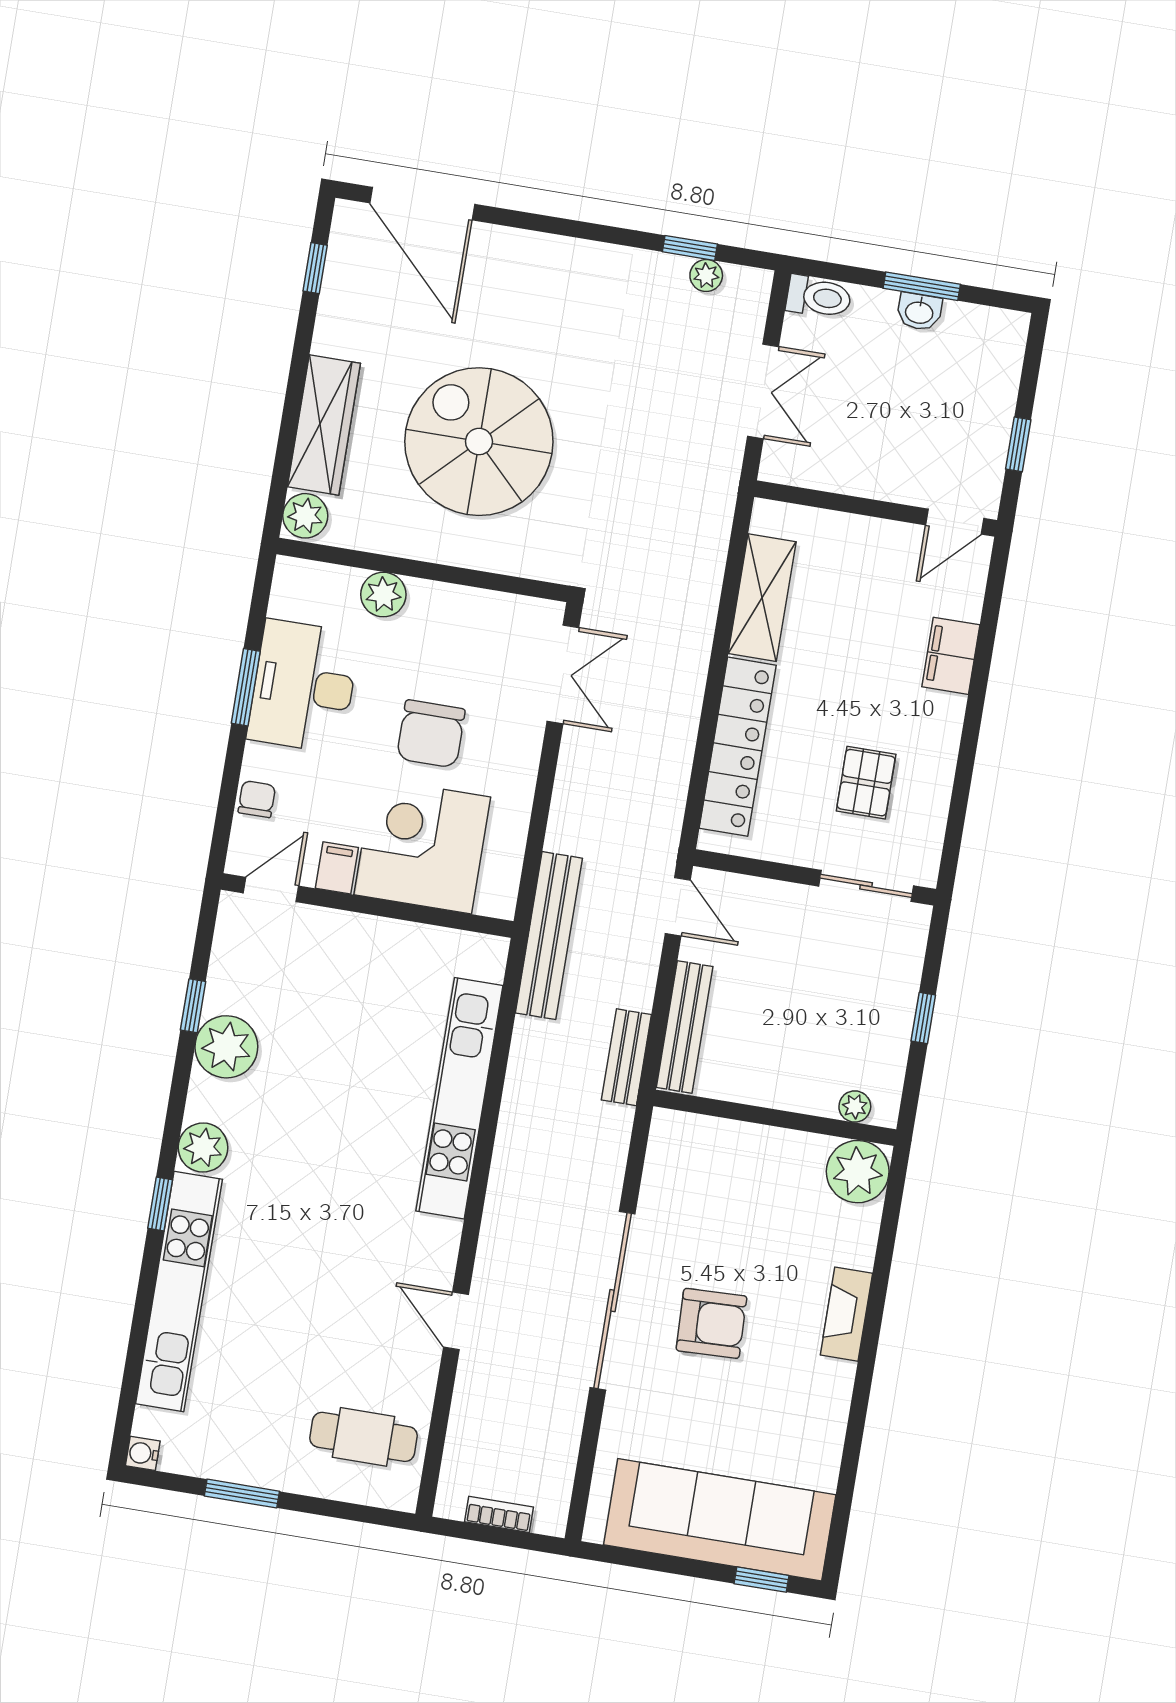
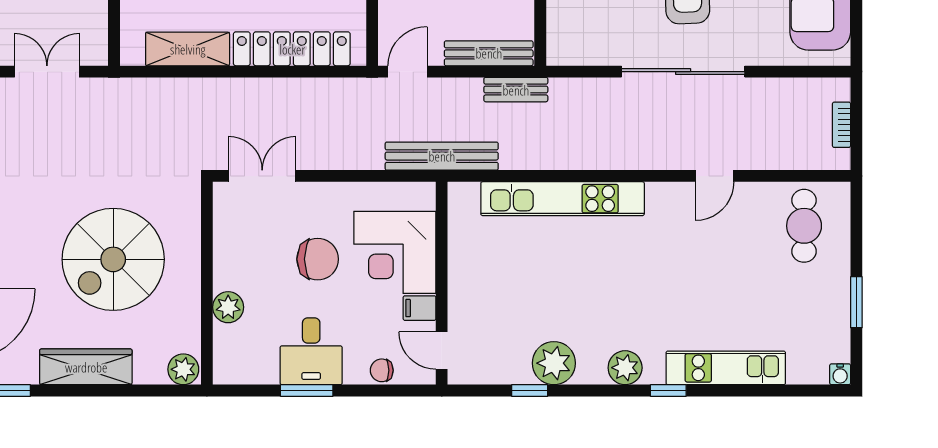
wardrobe: (324, 425) -> (86, 367), moved
desk: (304, 686) -> (311, 351), width x0.73
kitchen unit: (179, 1291) -> (726, 368), width x0.73

